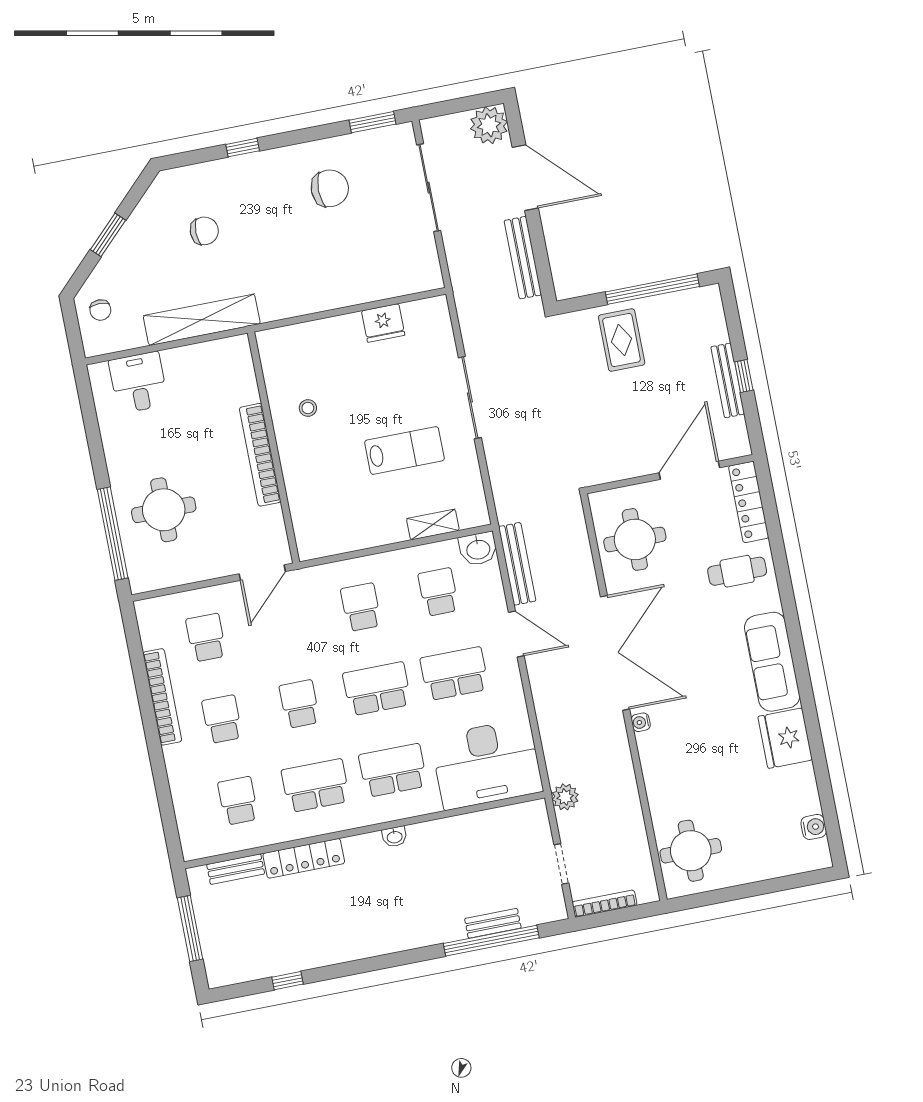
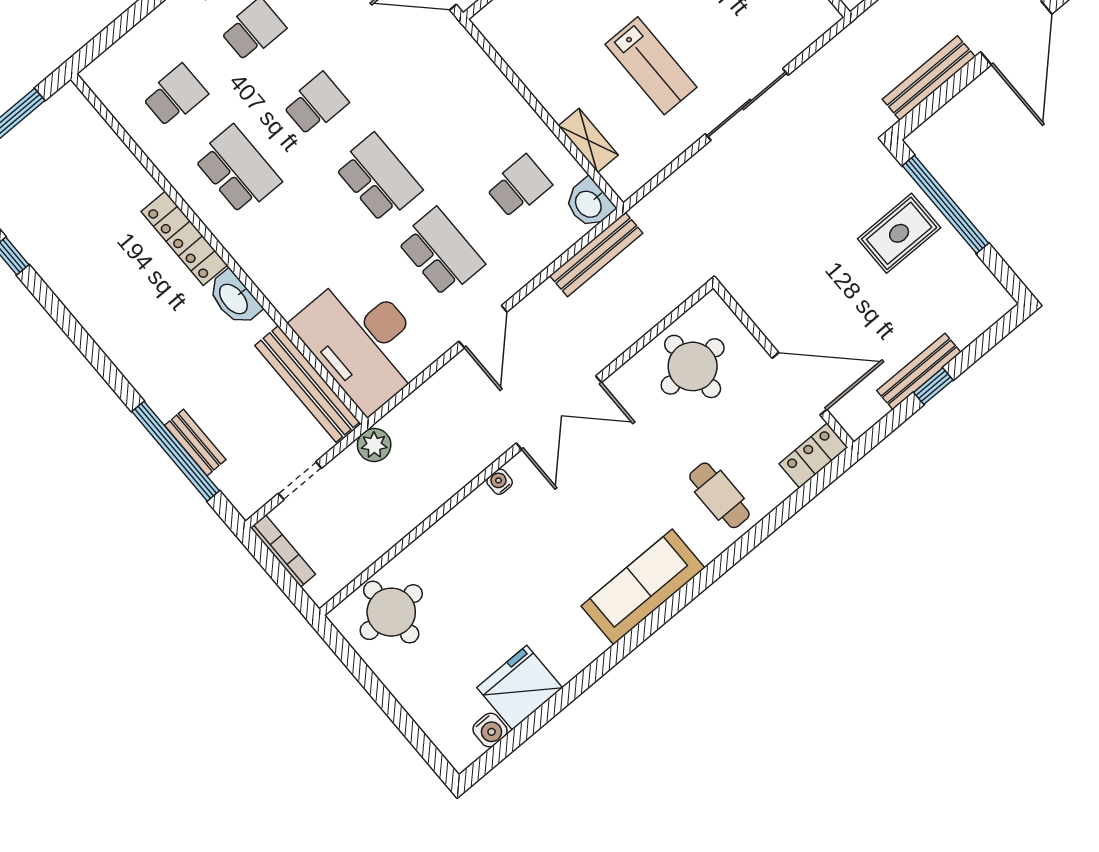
window: (652, 289) -> (946, 204), moved
locker: (749, 502) -> (813, 456), width x0.66
school desk: (361, 607) -> (456, 112), removed
door: (516, 634) -> (483, 327), moved
double door: (615, 653) -> (559, 413), width x0.73
fridge: (785, 738) -> (520, 688), moved
school desk: (393, 770) -> (300, 244), removed
washbasin: (395, 837) -> (234, 298), width x1.91, depth x1.45
locker: (304, 858) -> (184, 238), moved
bench: (236, 869) -> (307, 384), moved, width x1.86, depth x1.21

